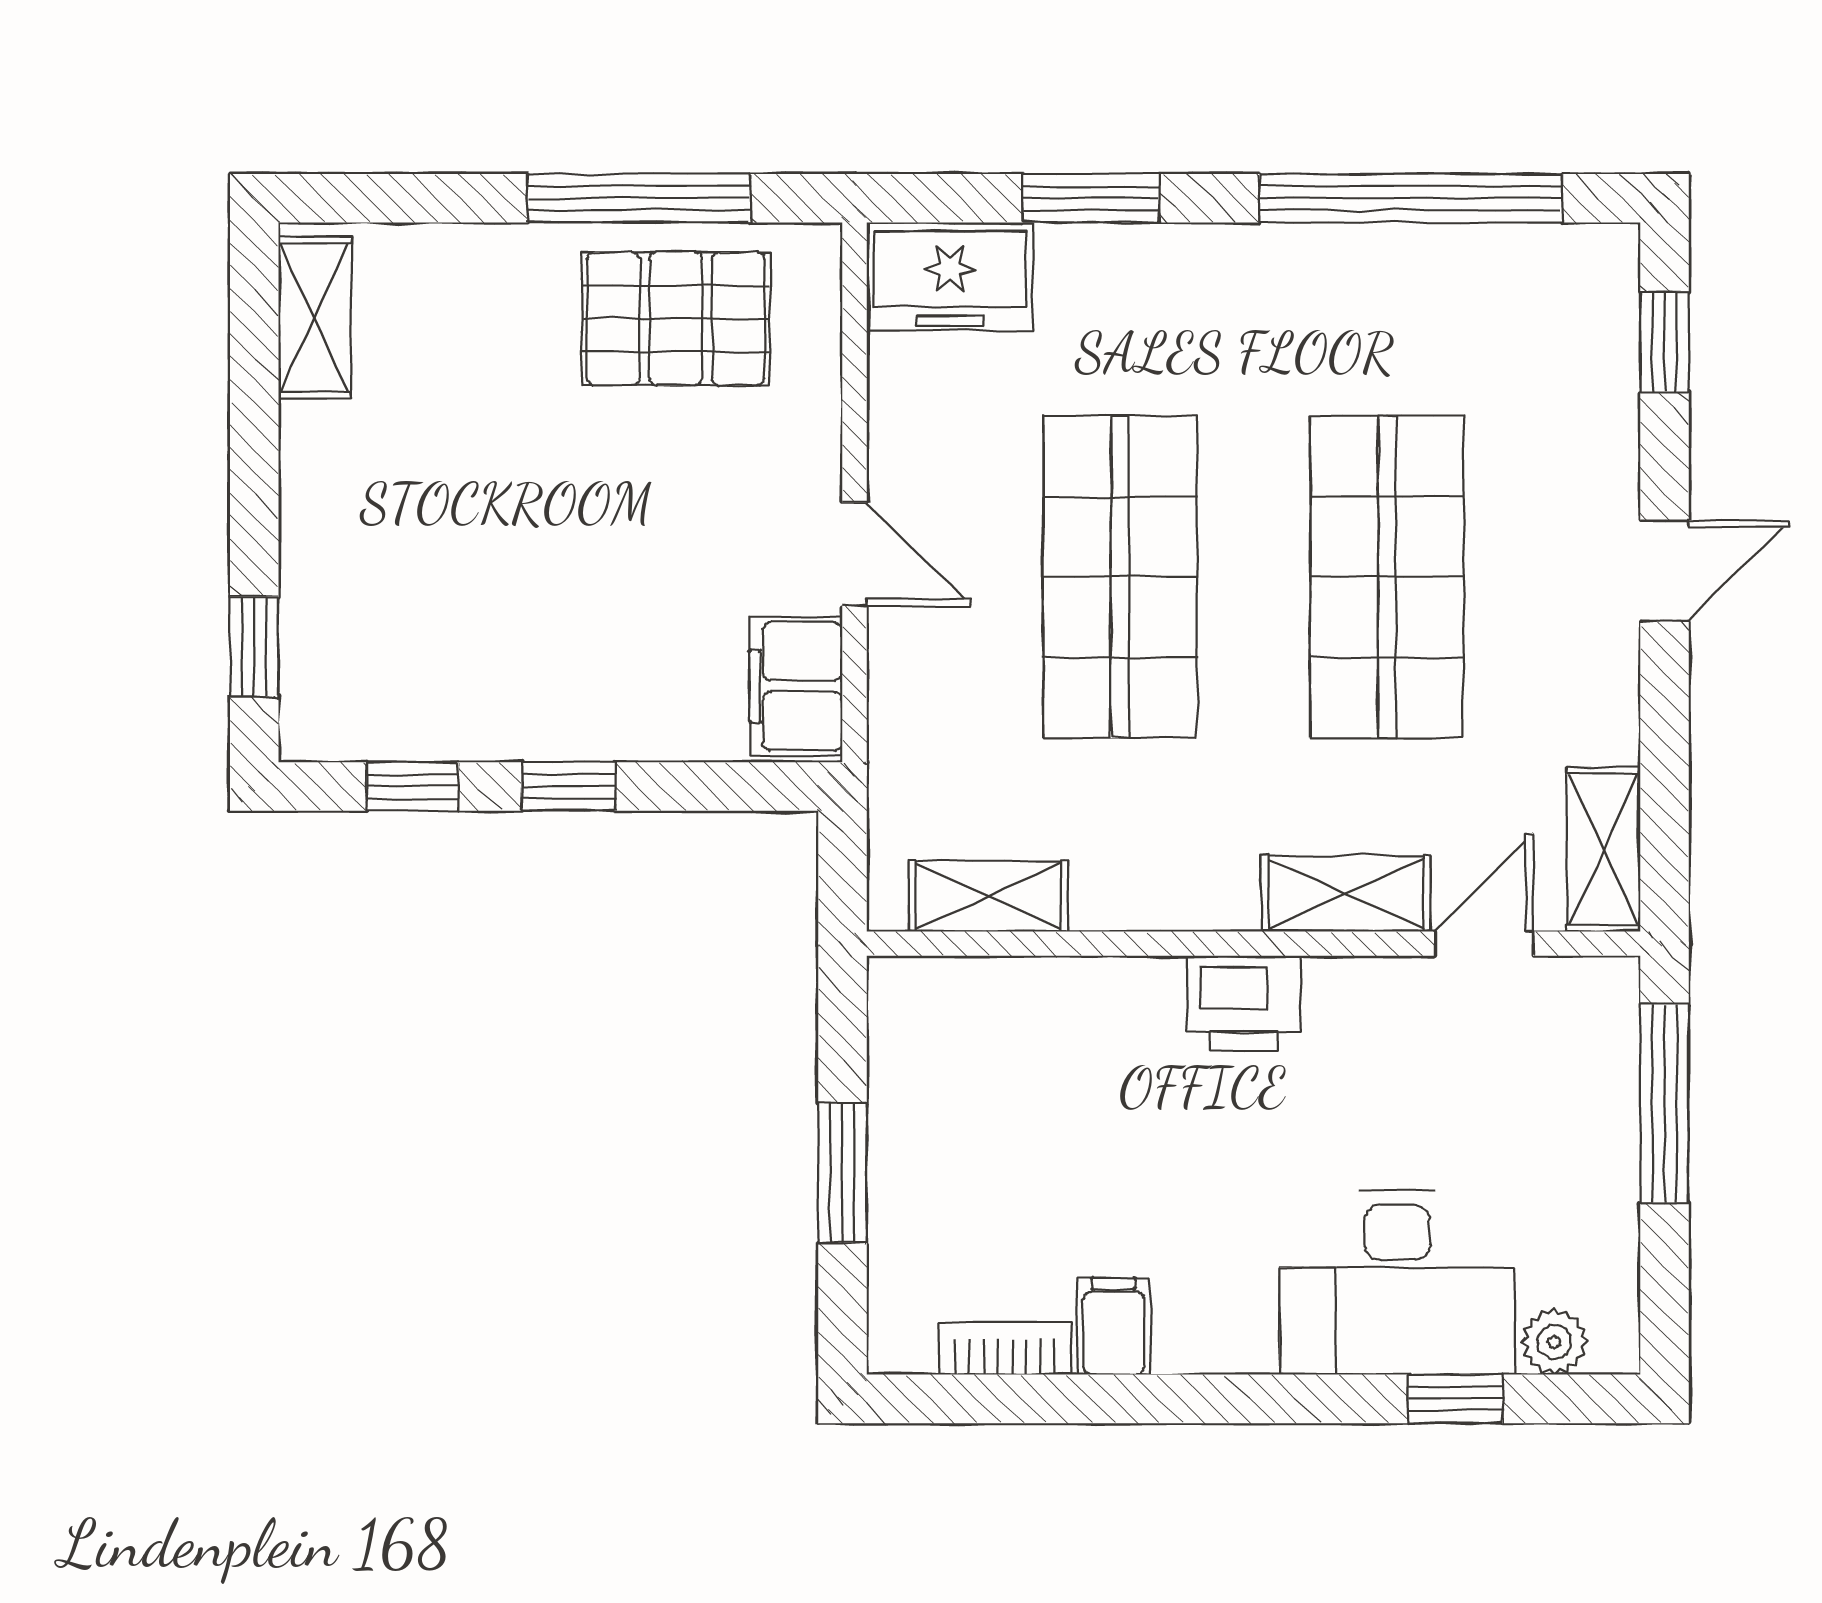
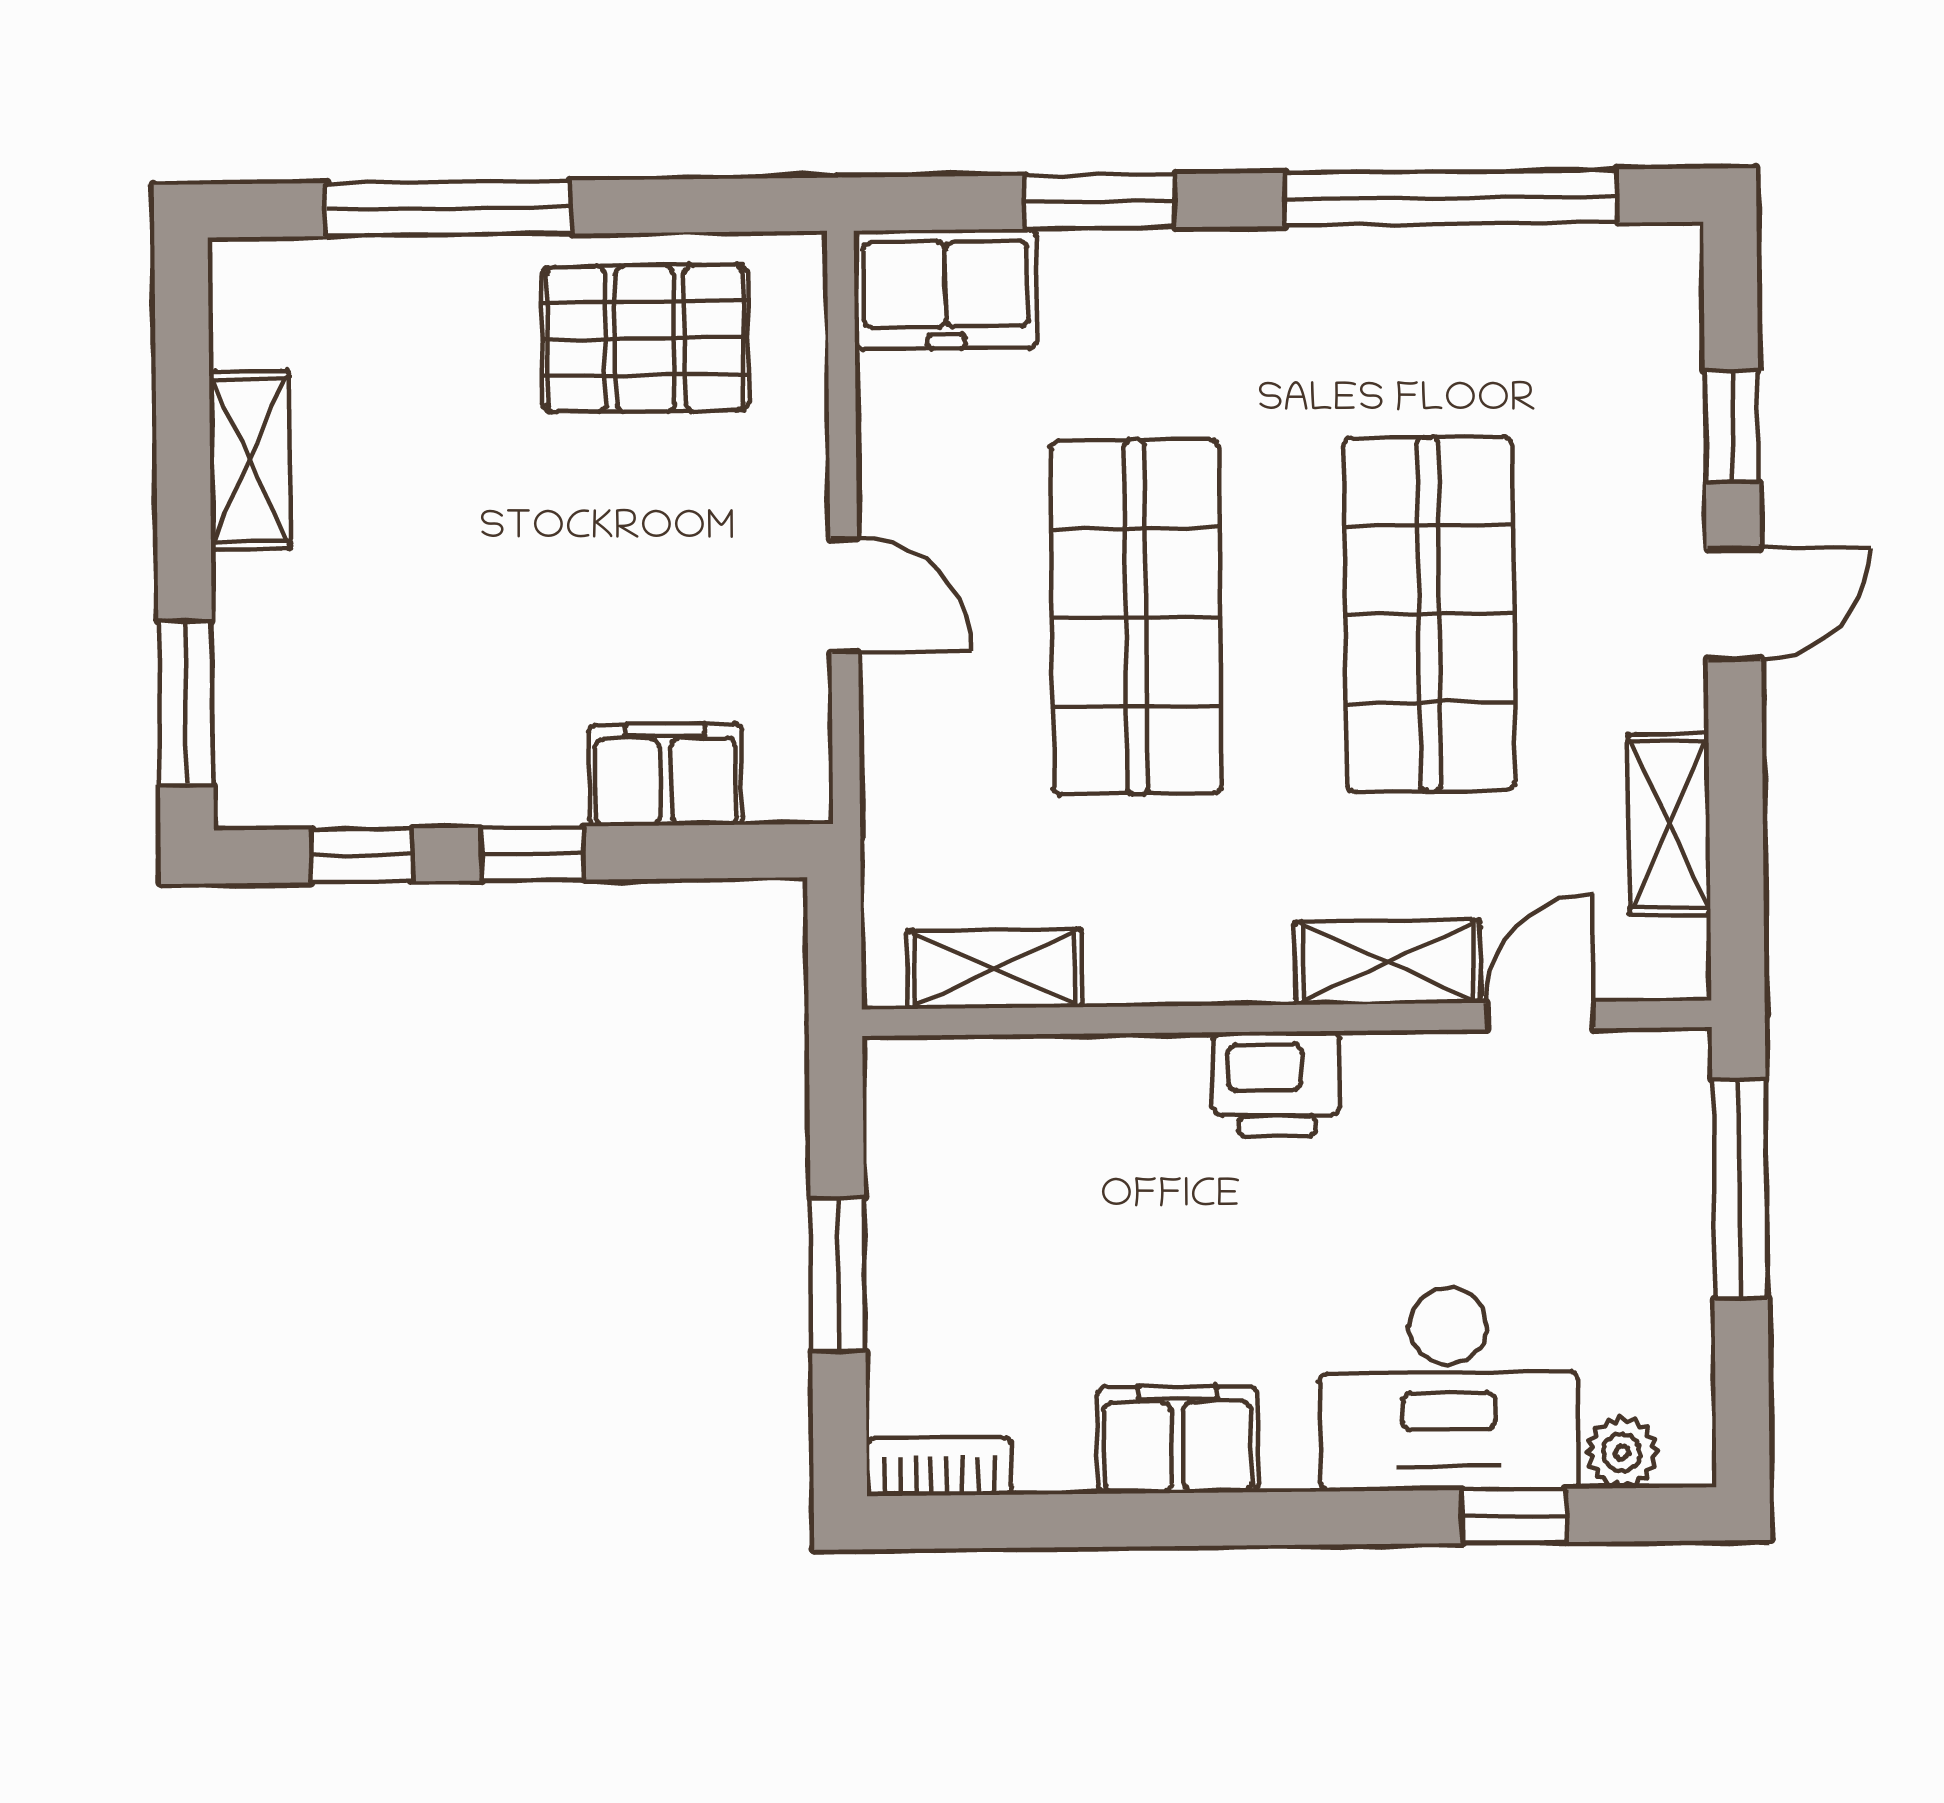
window: (639, 198) -> (448, 208), moved
shelving: (315, 317) -> (250, 460), moved
window: (1664, 342) -> (1732, 426), moved
window: (254, 646) -> (186, 703), width x1.50
filing cabinet: (796, 686) -> (666, 775), moved, turned 90
shelving: (1603, 850) -> (1669, 824), moved
filing cabinet: (1114, 1326) -> (1178, 1440), width x2.00
bookcase: (1005, 1348) -> (939, 1466), moved

